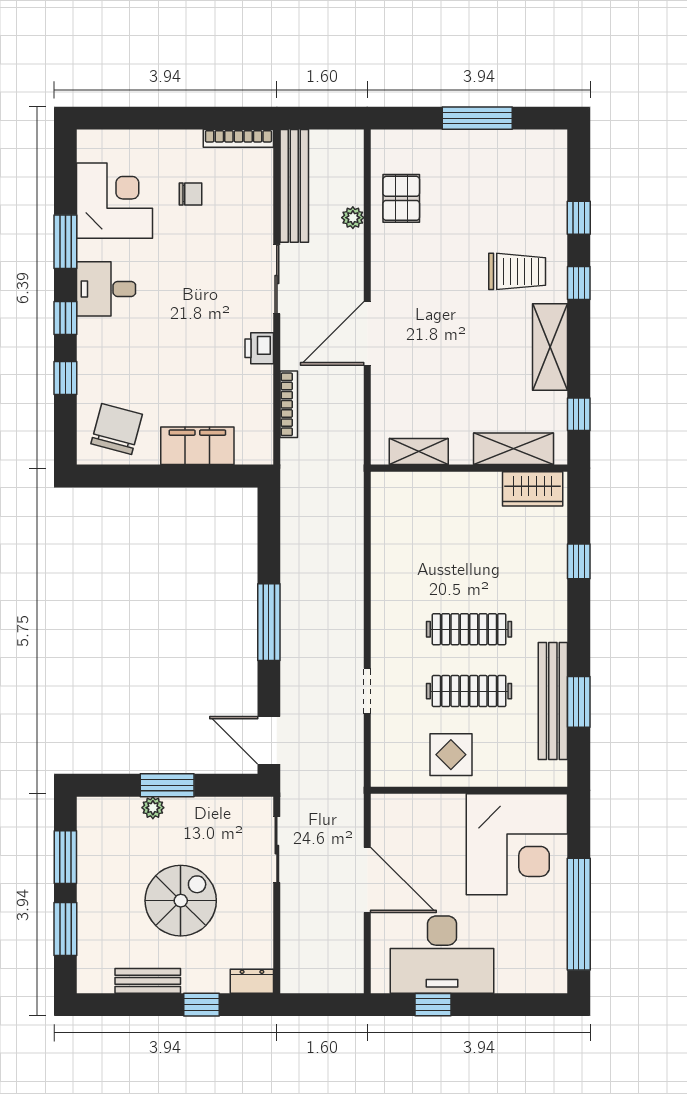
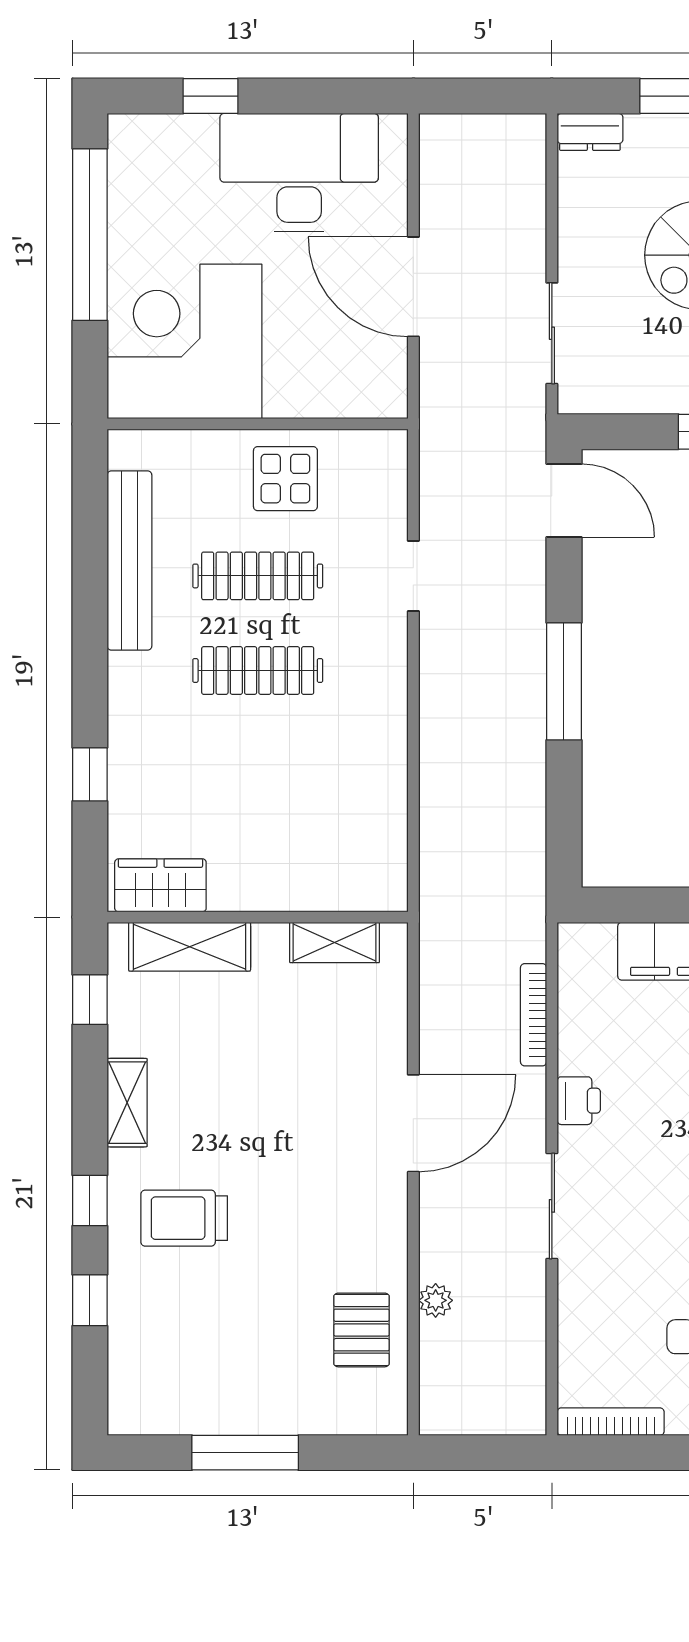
bench: (294, 186) -> (525, 1349), removed
shelving: (550, 347) -> (127, 1103), width x0.67, depth x0.75
window: (579, 702) -> (90, 559), removed
window: (433, 1005) -> (210, 96), moved

